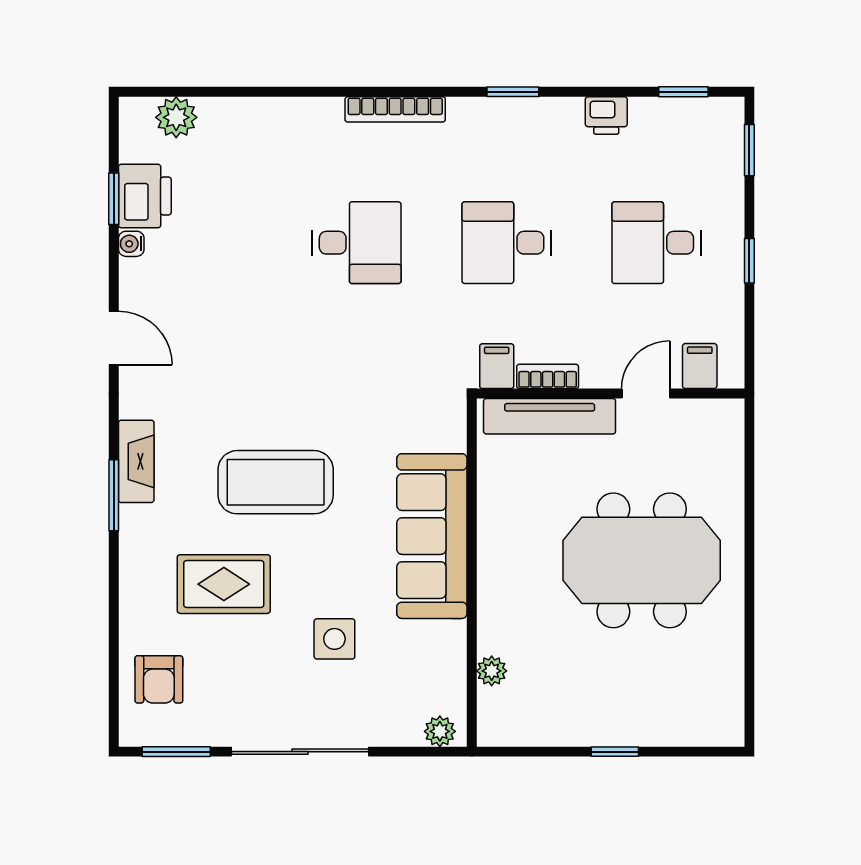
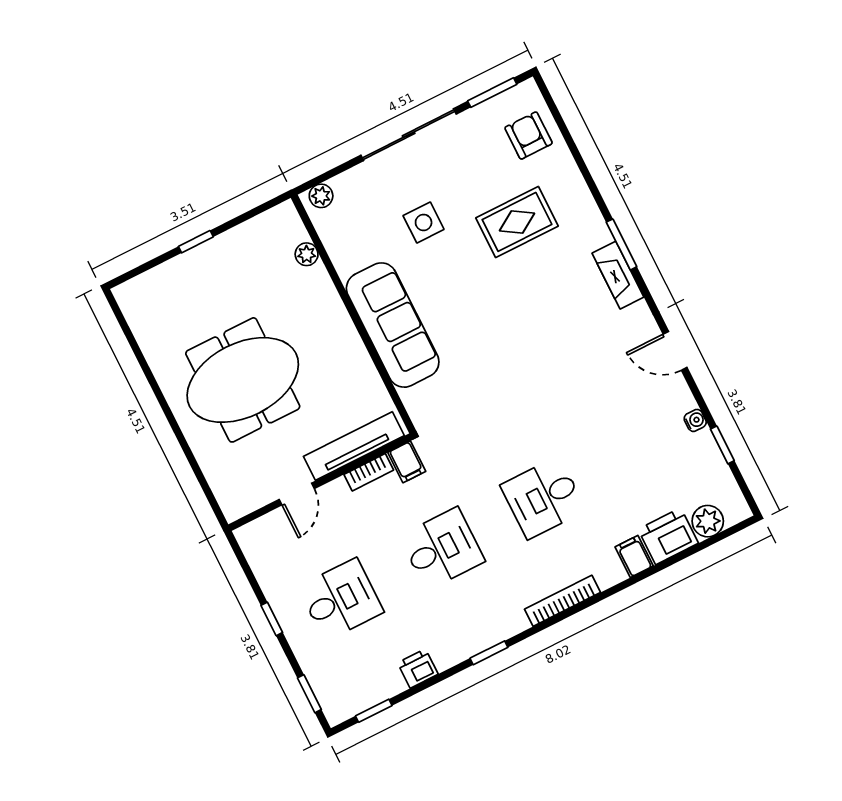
printer: (145, 196) -> (668, 536), moved, turned 90
filing cabinet: (700, 366) -> (634, 556), moved, turned 180
coffee table: (276, 482) -> (517, 308), removed

